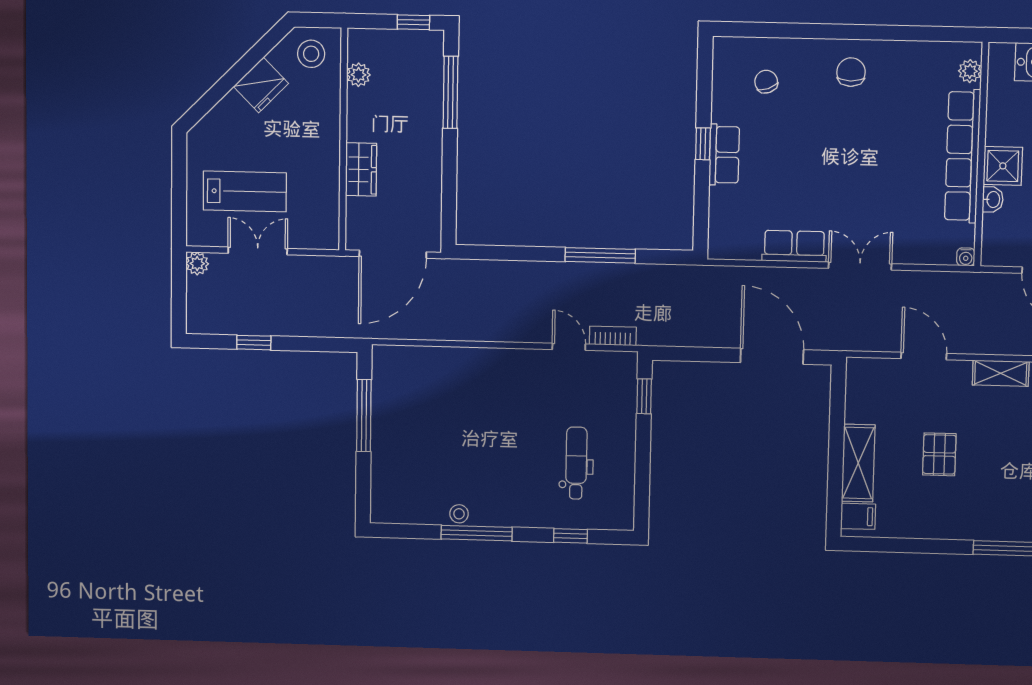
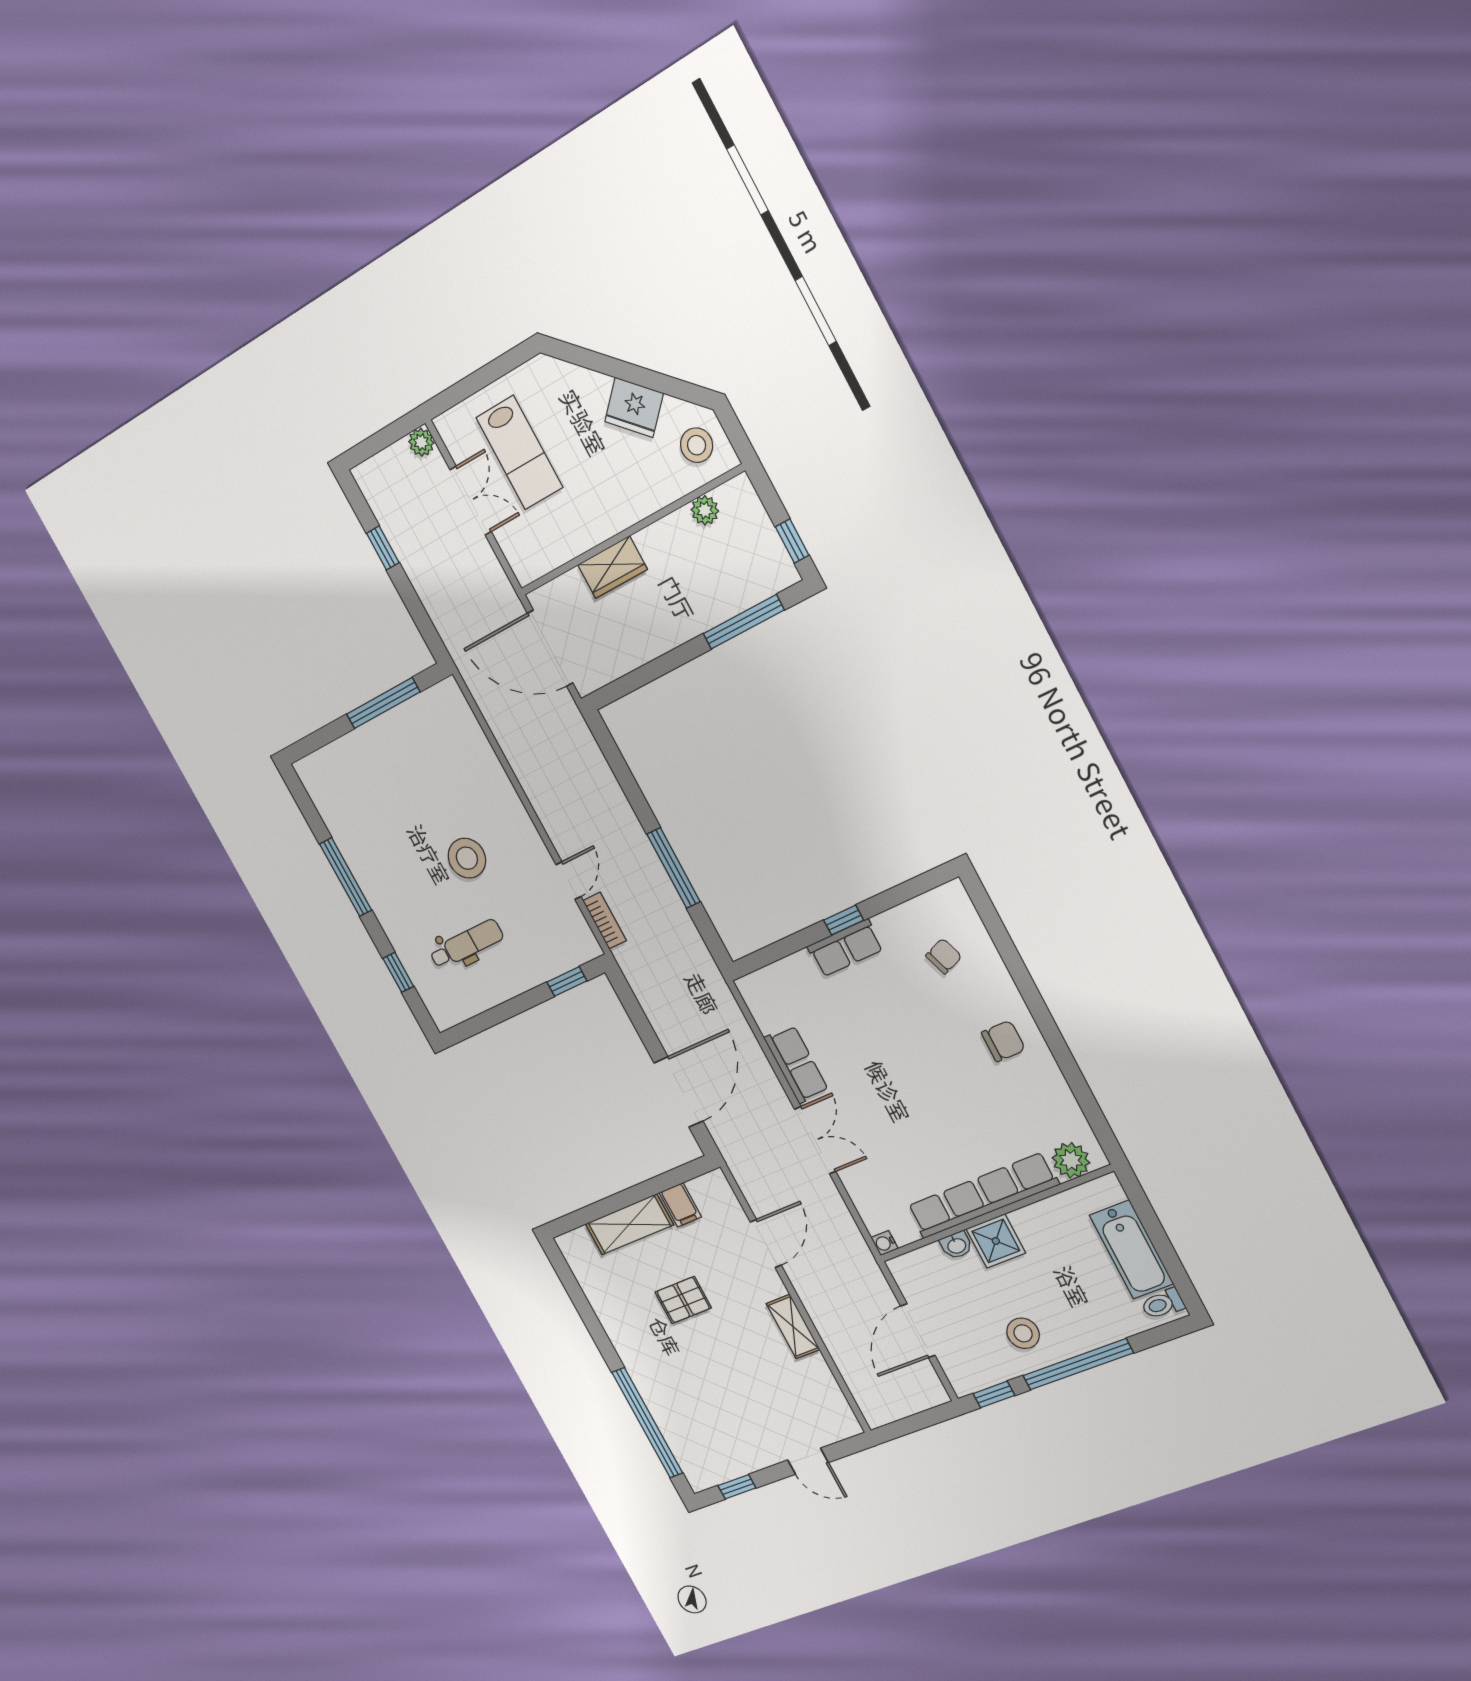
plant: (970, 71) -> (1071, 1160), width x1.38, depth x1.38
stool: (459, 514) -> (467, 858), moved, width x1.89, depth x1.89
filing cabinet: (858, 516) -> (680, 1205), moved

